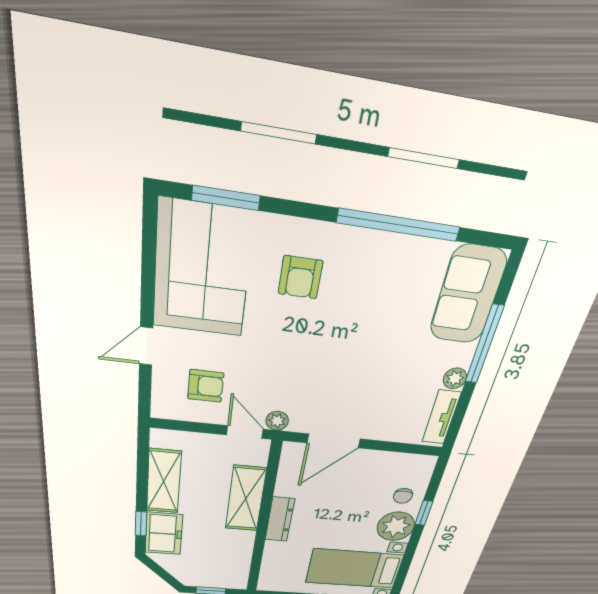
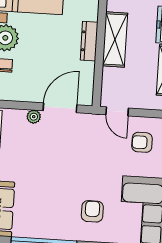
plant: (277, 421) -> (34, 117), moved
shelving: (246, 499) -> (115, 39), moved

